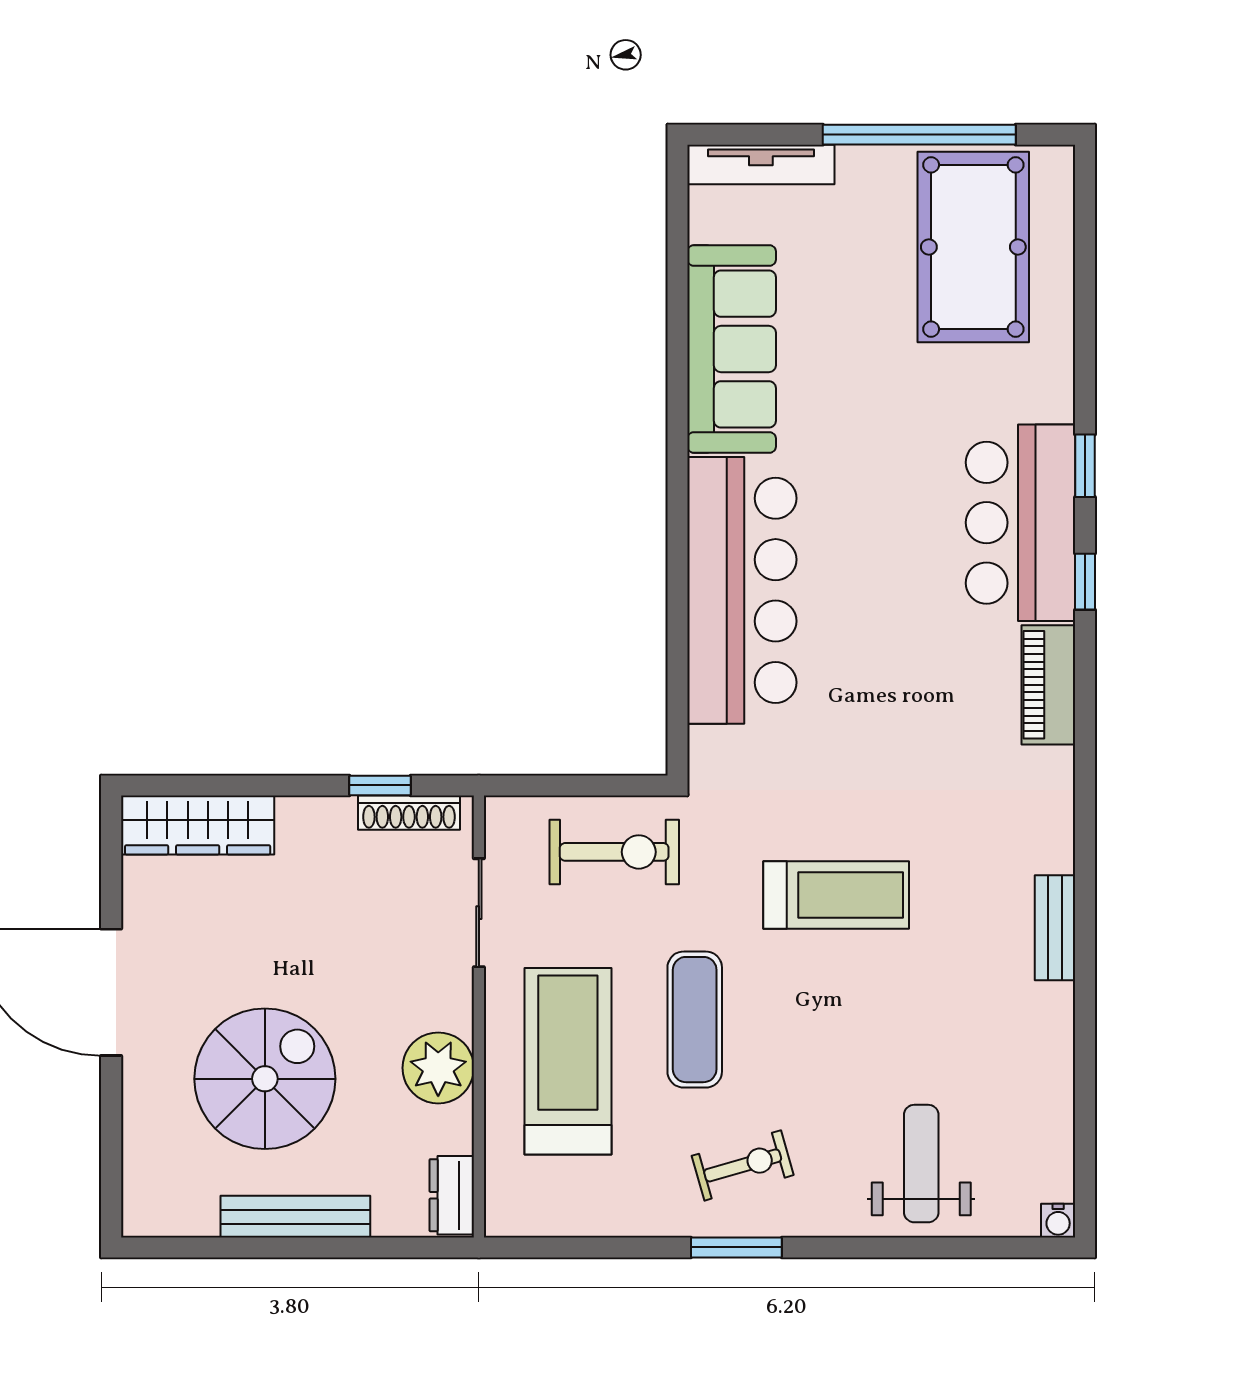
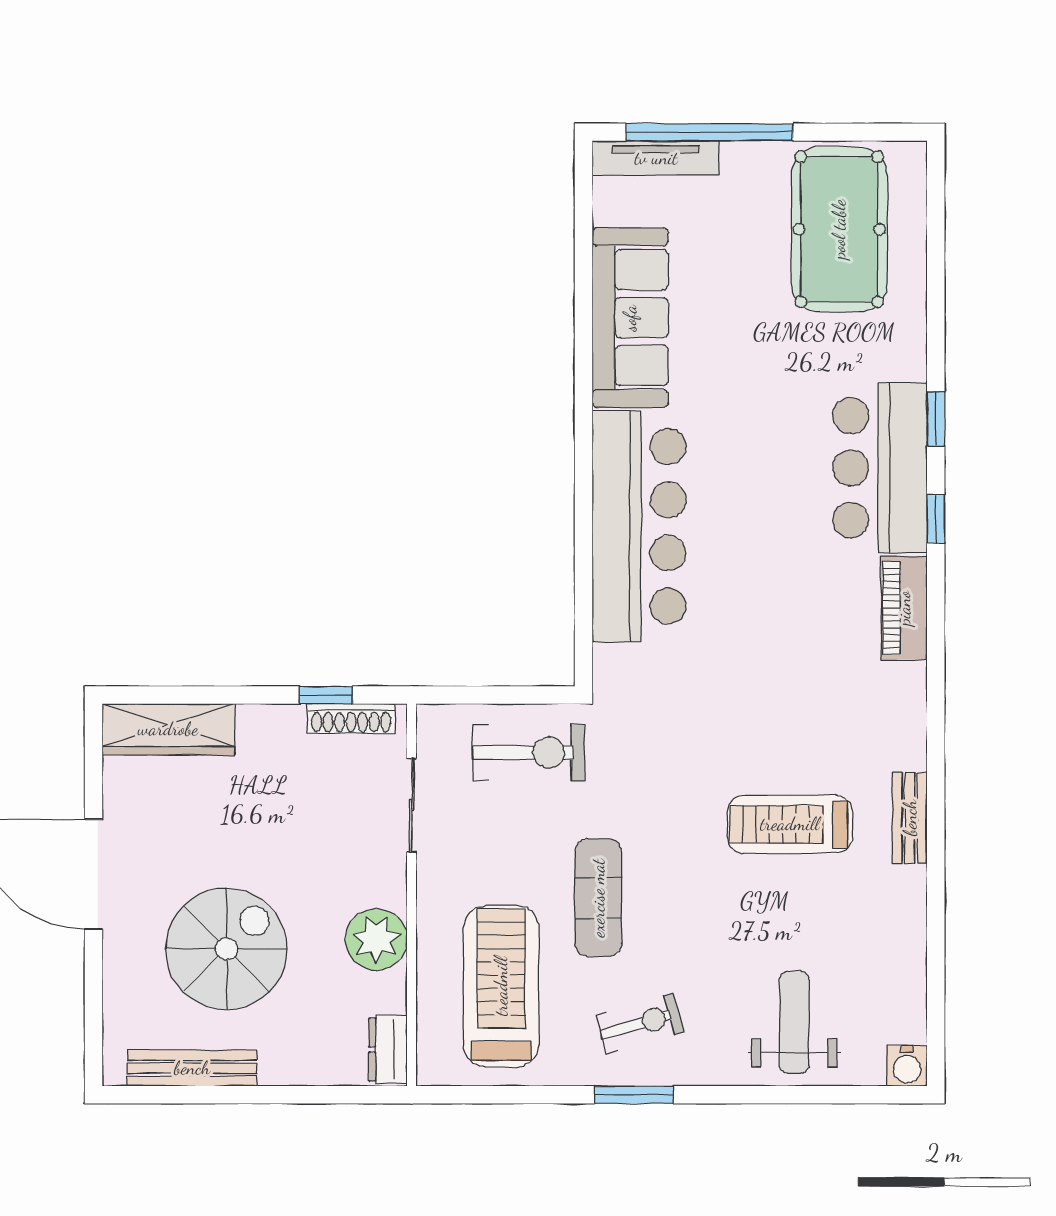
window: (919, 135) -> (709, 132), moved
treadmill: (836, 895) -> (790, 824), moved, turned 180
treadmill: (568, 1061) -> (501, 986), moved
bench: (295, 1217) -> (192, 1068), moved
water cooler: (1058, 1221) -> (907, 1066), width x1.38, depth x1.38

